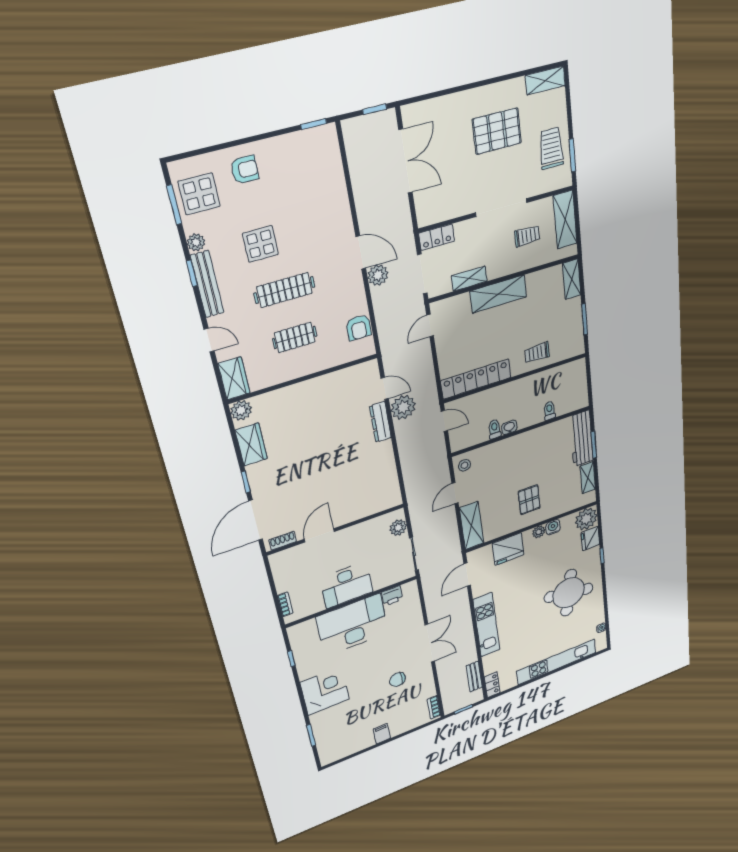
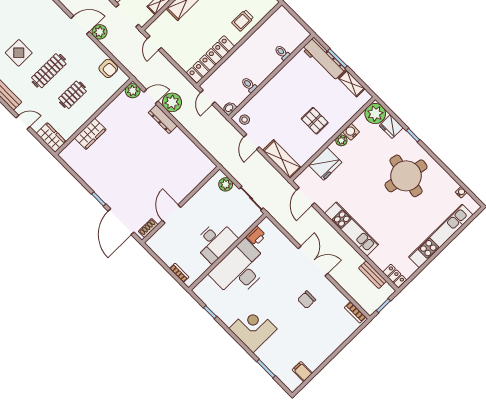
plant: (241, 410) -> (133, 91), moved
door: (444, 421) -> (208, 97), swing flipped
washbasin: (509, 427) -> (229, 108), moved
wardrobe: (251, 444) -> (90, 134), moved, turned 90
filing cabinet: (382, 734) -> (302, 372), moved

